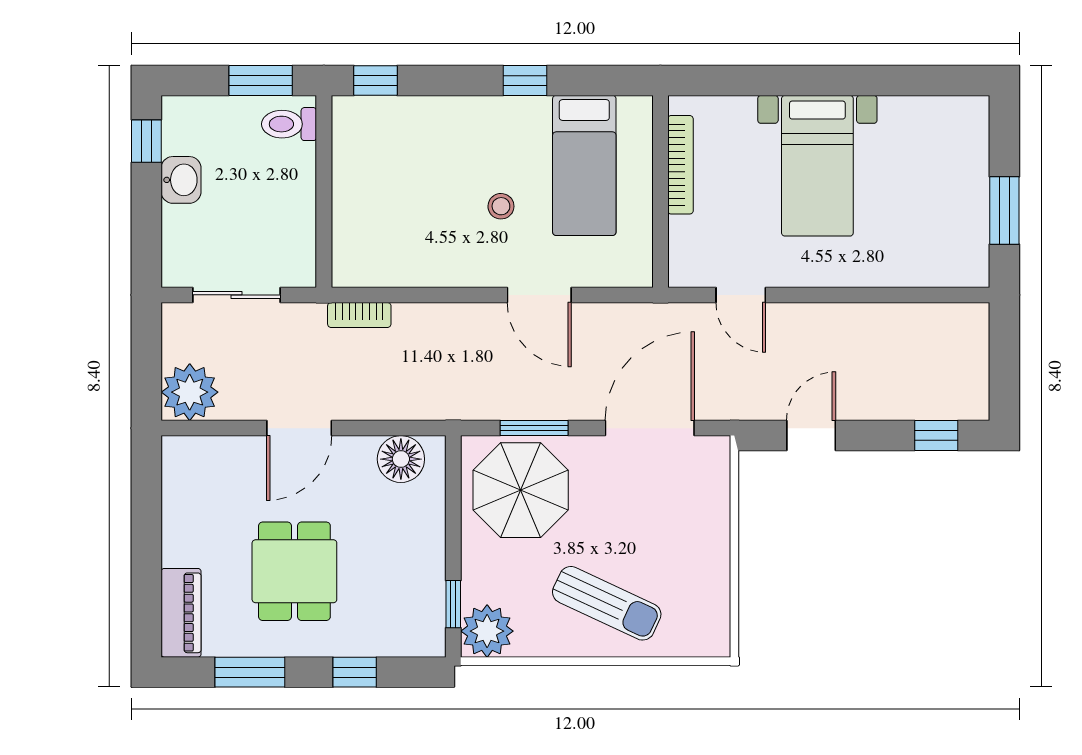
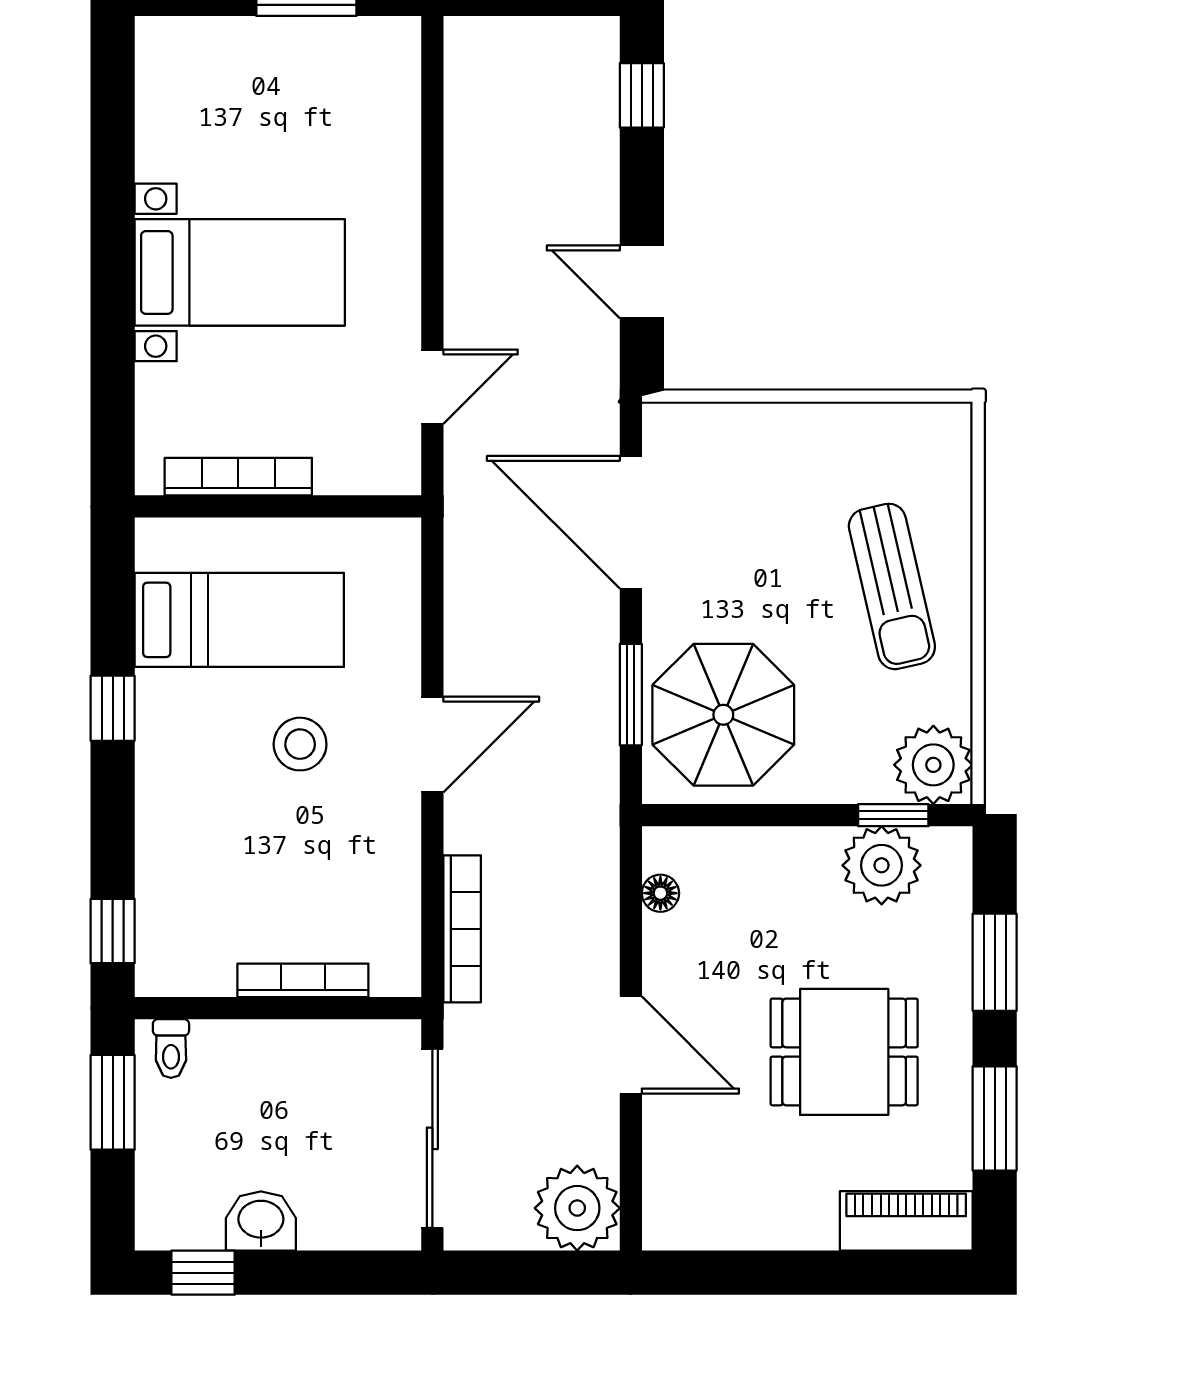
toilet: (289, 124) -> (171, 1049), width x0.73, depth x0.72
stool: (501, 206) -> (300, 744), width x1.37, depth x1.37
bookcase: (343, 208) -> (303, 980), added
sliding door: (236, 295) -> (432, 1138), width x1.37
door: (539, 295) -> (432, 744), moved
bookcase: (359, 315) -> (462, 929), width x1.56
floor lamp: (401, 459) -> (660, 893), width x0.53, depth x0.53
plant: (420, 596) -> (882, 865), added
sun lounger: (607, 603) -> (892, 586), turned 142
window: (355, 672) -> (995, 962), width x1.50

